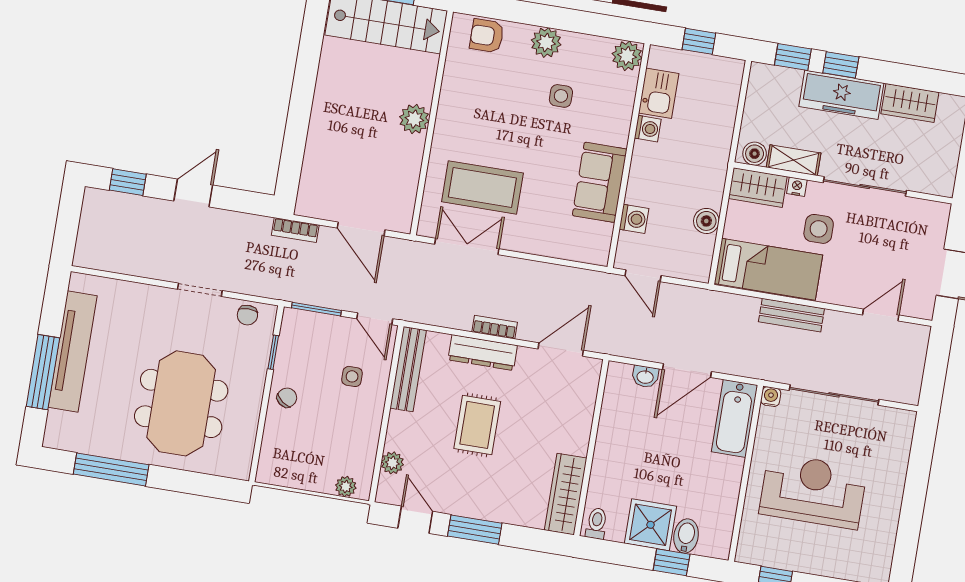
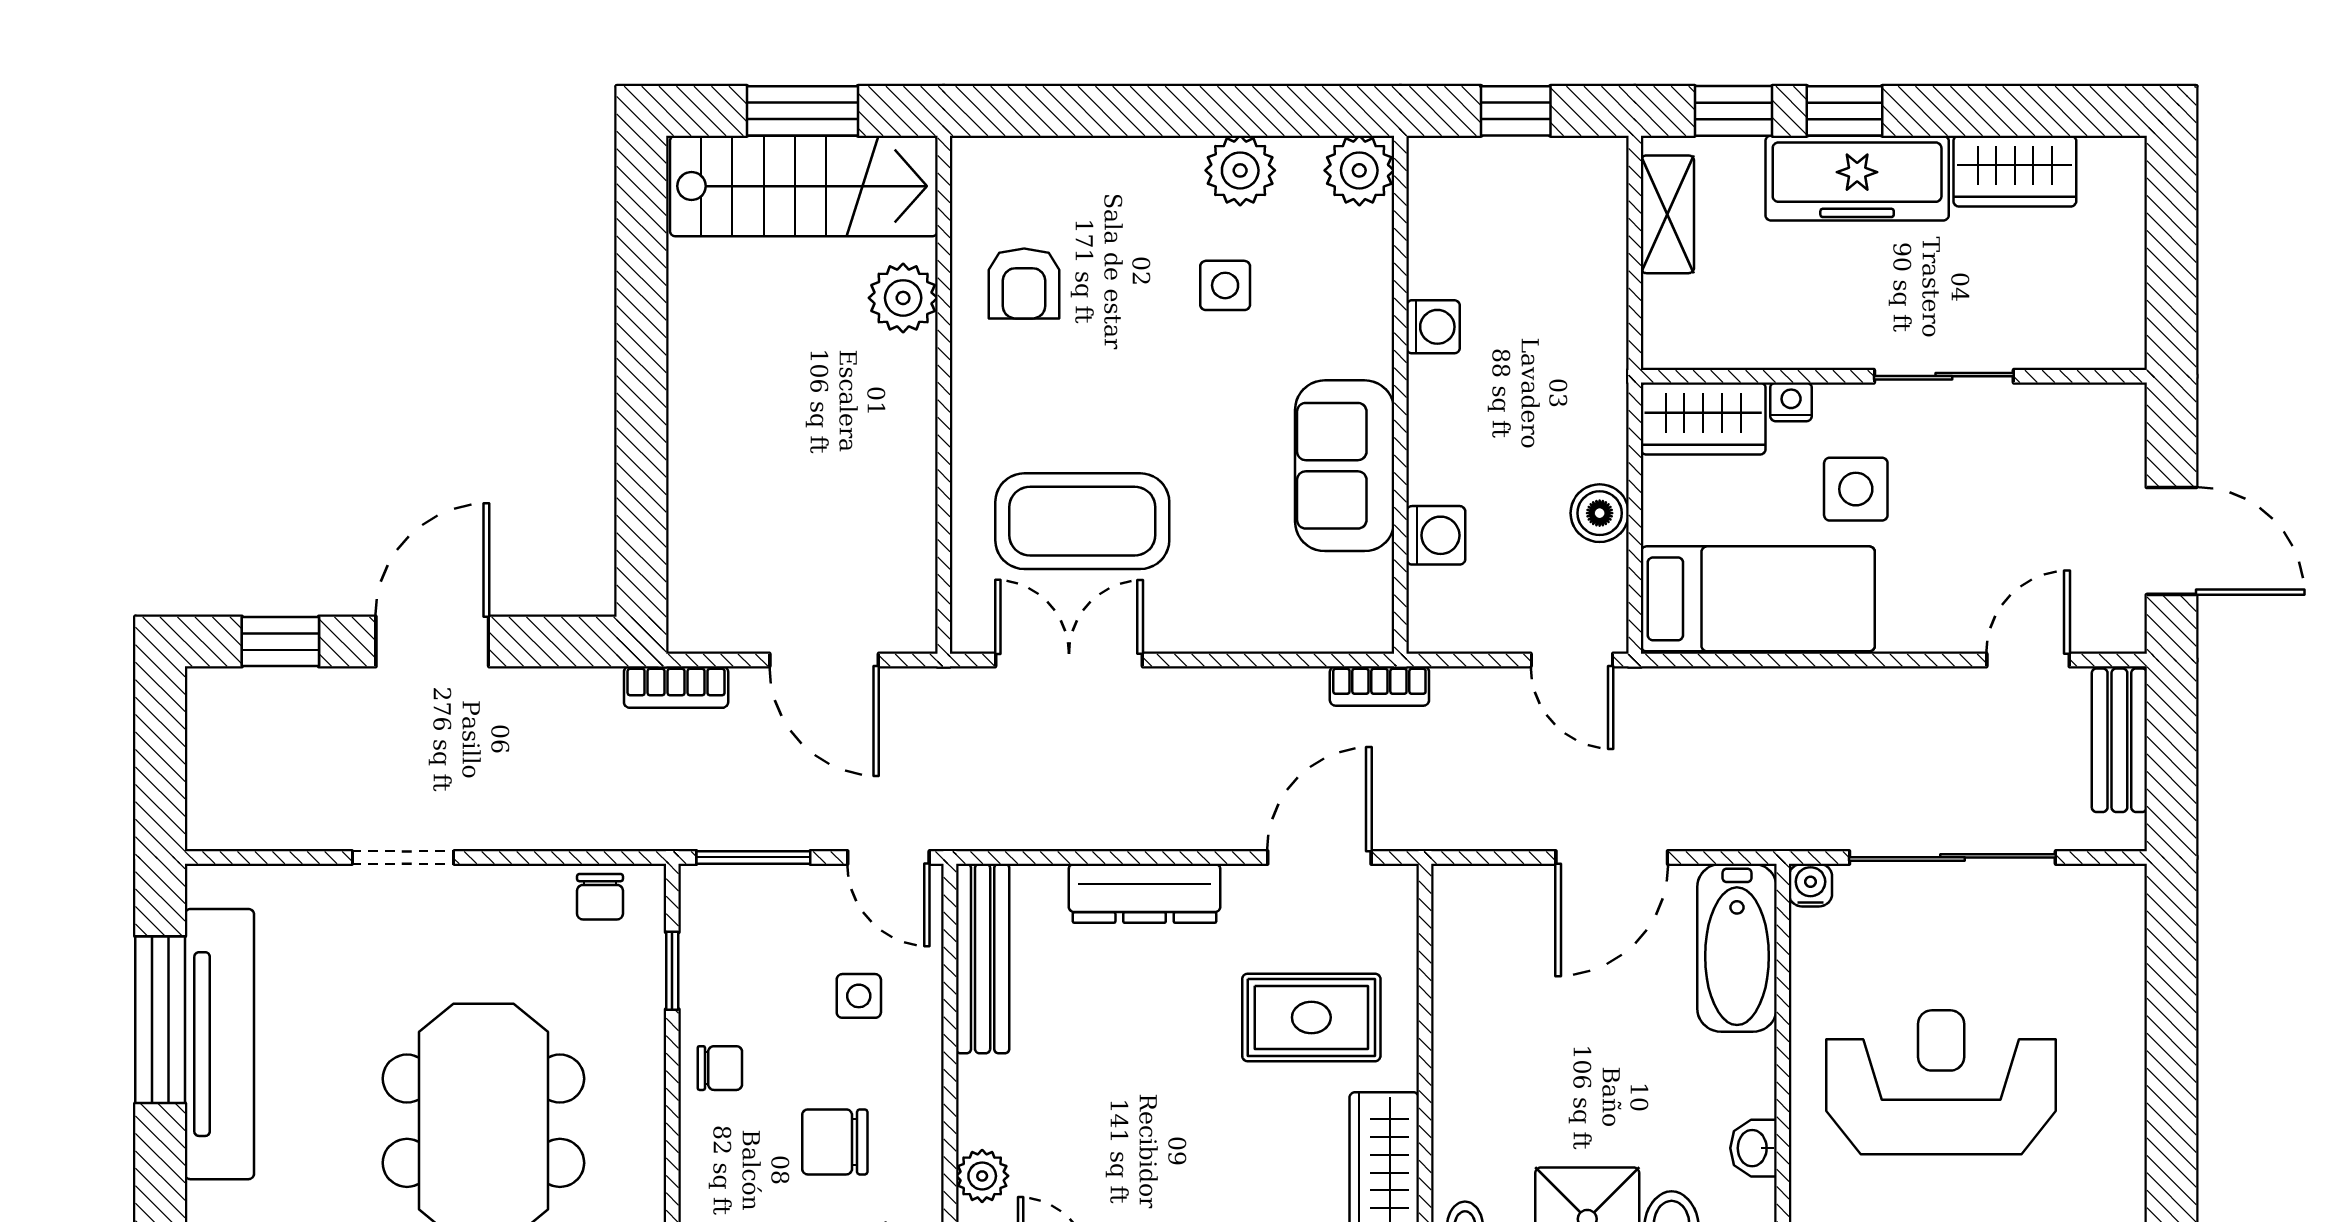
armchair: (487, 36) -> (1024, 284), moved, turned -90
plant: (546, 42) -> (1240, 170), moved
kitchen sink: (659, 93) -> (1444, 243), removed
plant: (414, 119) -> (903, 298), moved
boiler: (755, 154) -> (1683, 343), removed
shelving: (794, 160) -> (1667, 214), moved, turned 90
sliding door: (865, 186) -> (1944, 376), width x0.73
door: (193, 193) -> (432, 642), width x1.38
door: (643, 276) -> (1572, 660), moved
doorway: (200, 290) -> (403, 857), moved
bench: (791, 315) -> (2119, 740), moved, turned 90
bookcase: (495, 327) -> (1379, 686), moved, turned 180
window: (43, 372) -> (160, 1020), moved
washbasin: (645, 377) -> (1754, 1148), moved, turned 90
chair: (287, 398) -> (720, 1068), turned 52
rug: (477, 425) -> (1311, 1017), moved, turned 90
chair: (331, 438) -> (835, 1142), added

